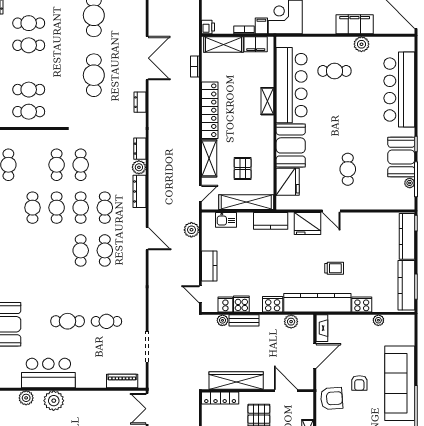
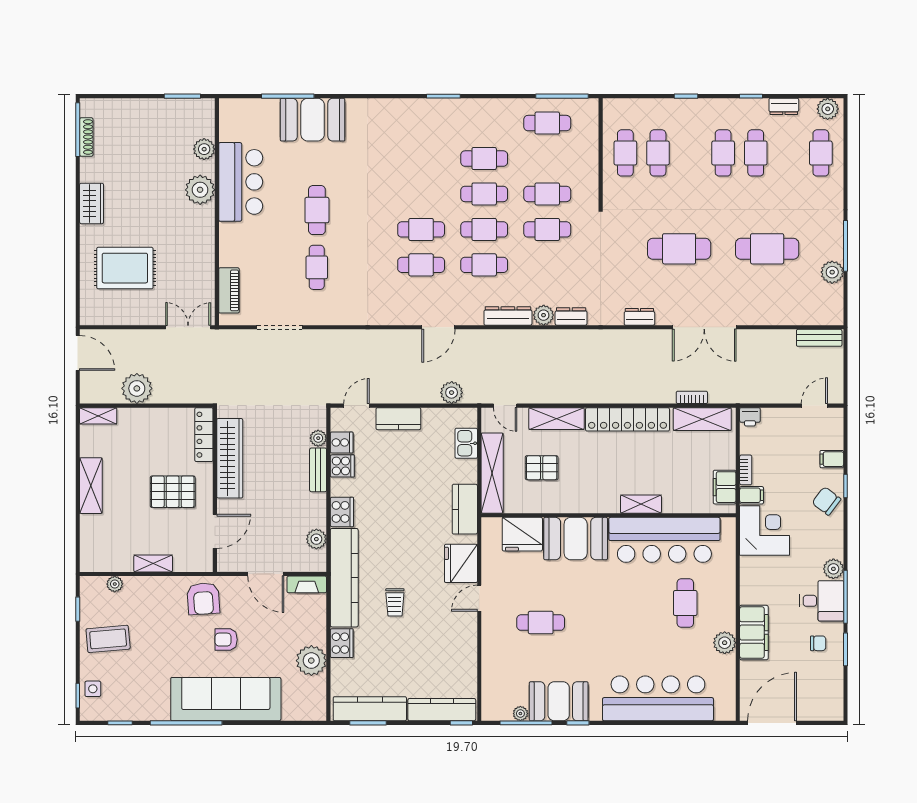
shelving: (224, 44) -> (702, 419), moved, turned 90
plant: (378, 320) -> (311, 661), width x1.87, depth x1.87

